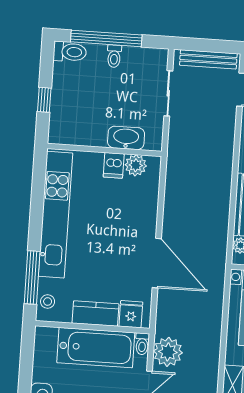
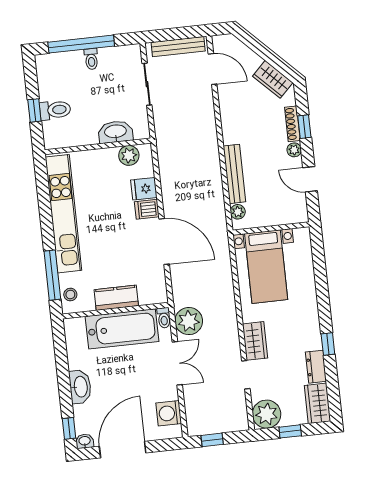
toilet: (70, 52) -> (55, 110), moved
dishwasher: (114, 165) -> (147, 209), moved, turned 90
fridge: (131, 314) -> (144, 189), moved, turned -90

